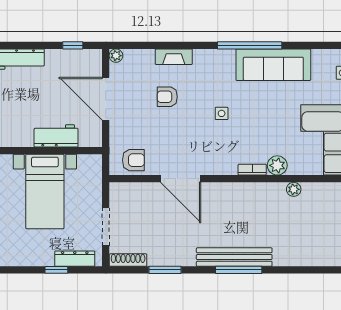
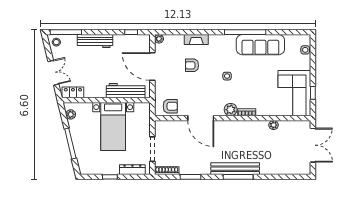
workbench: (56, 136) -> (126, 91), width x1.38
plant: (277, 165) -> (231, 110), moved
window: (56, 270) -> (110, 177), moved

